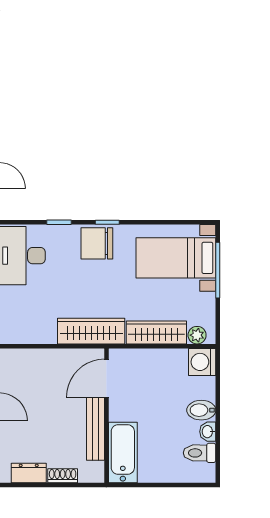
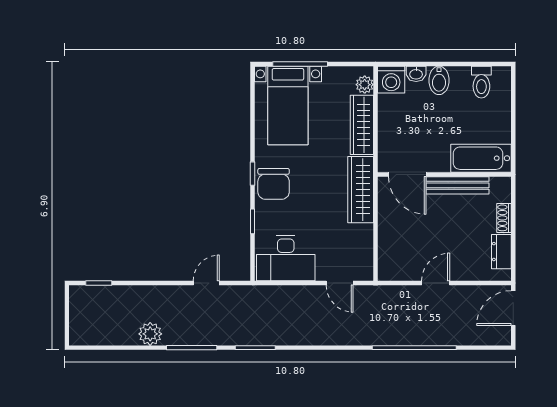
washbasin: (208, 432) -> (416, 74), moved

